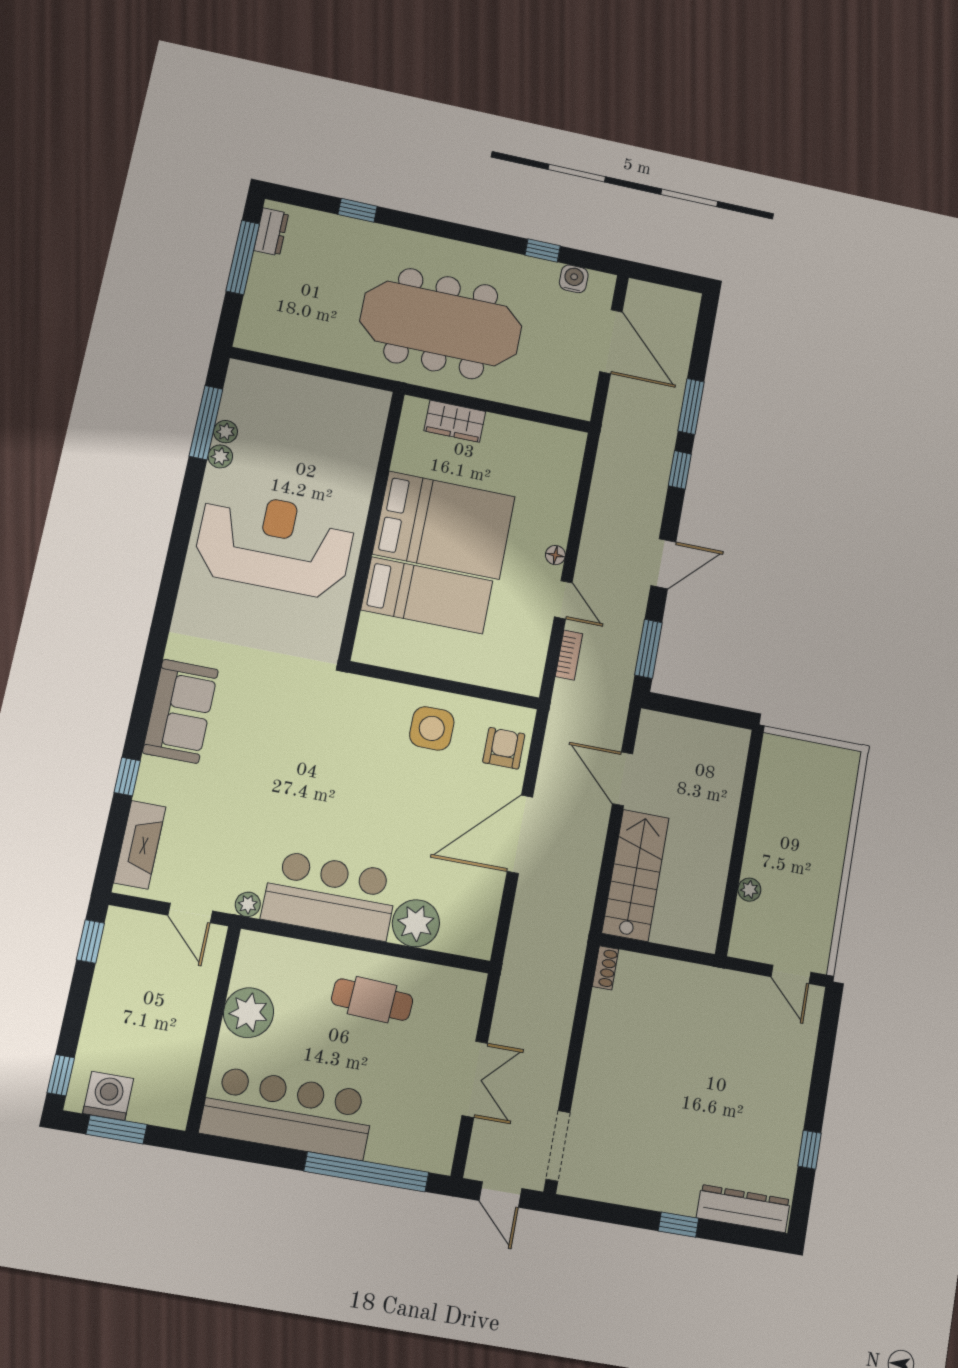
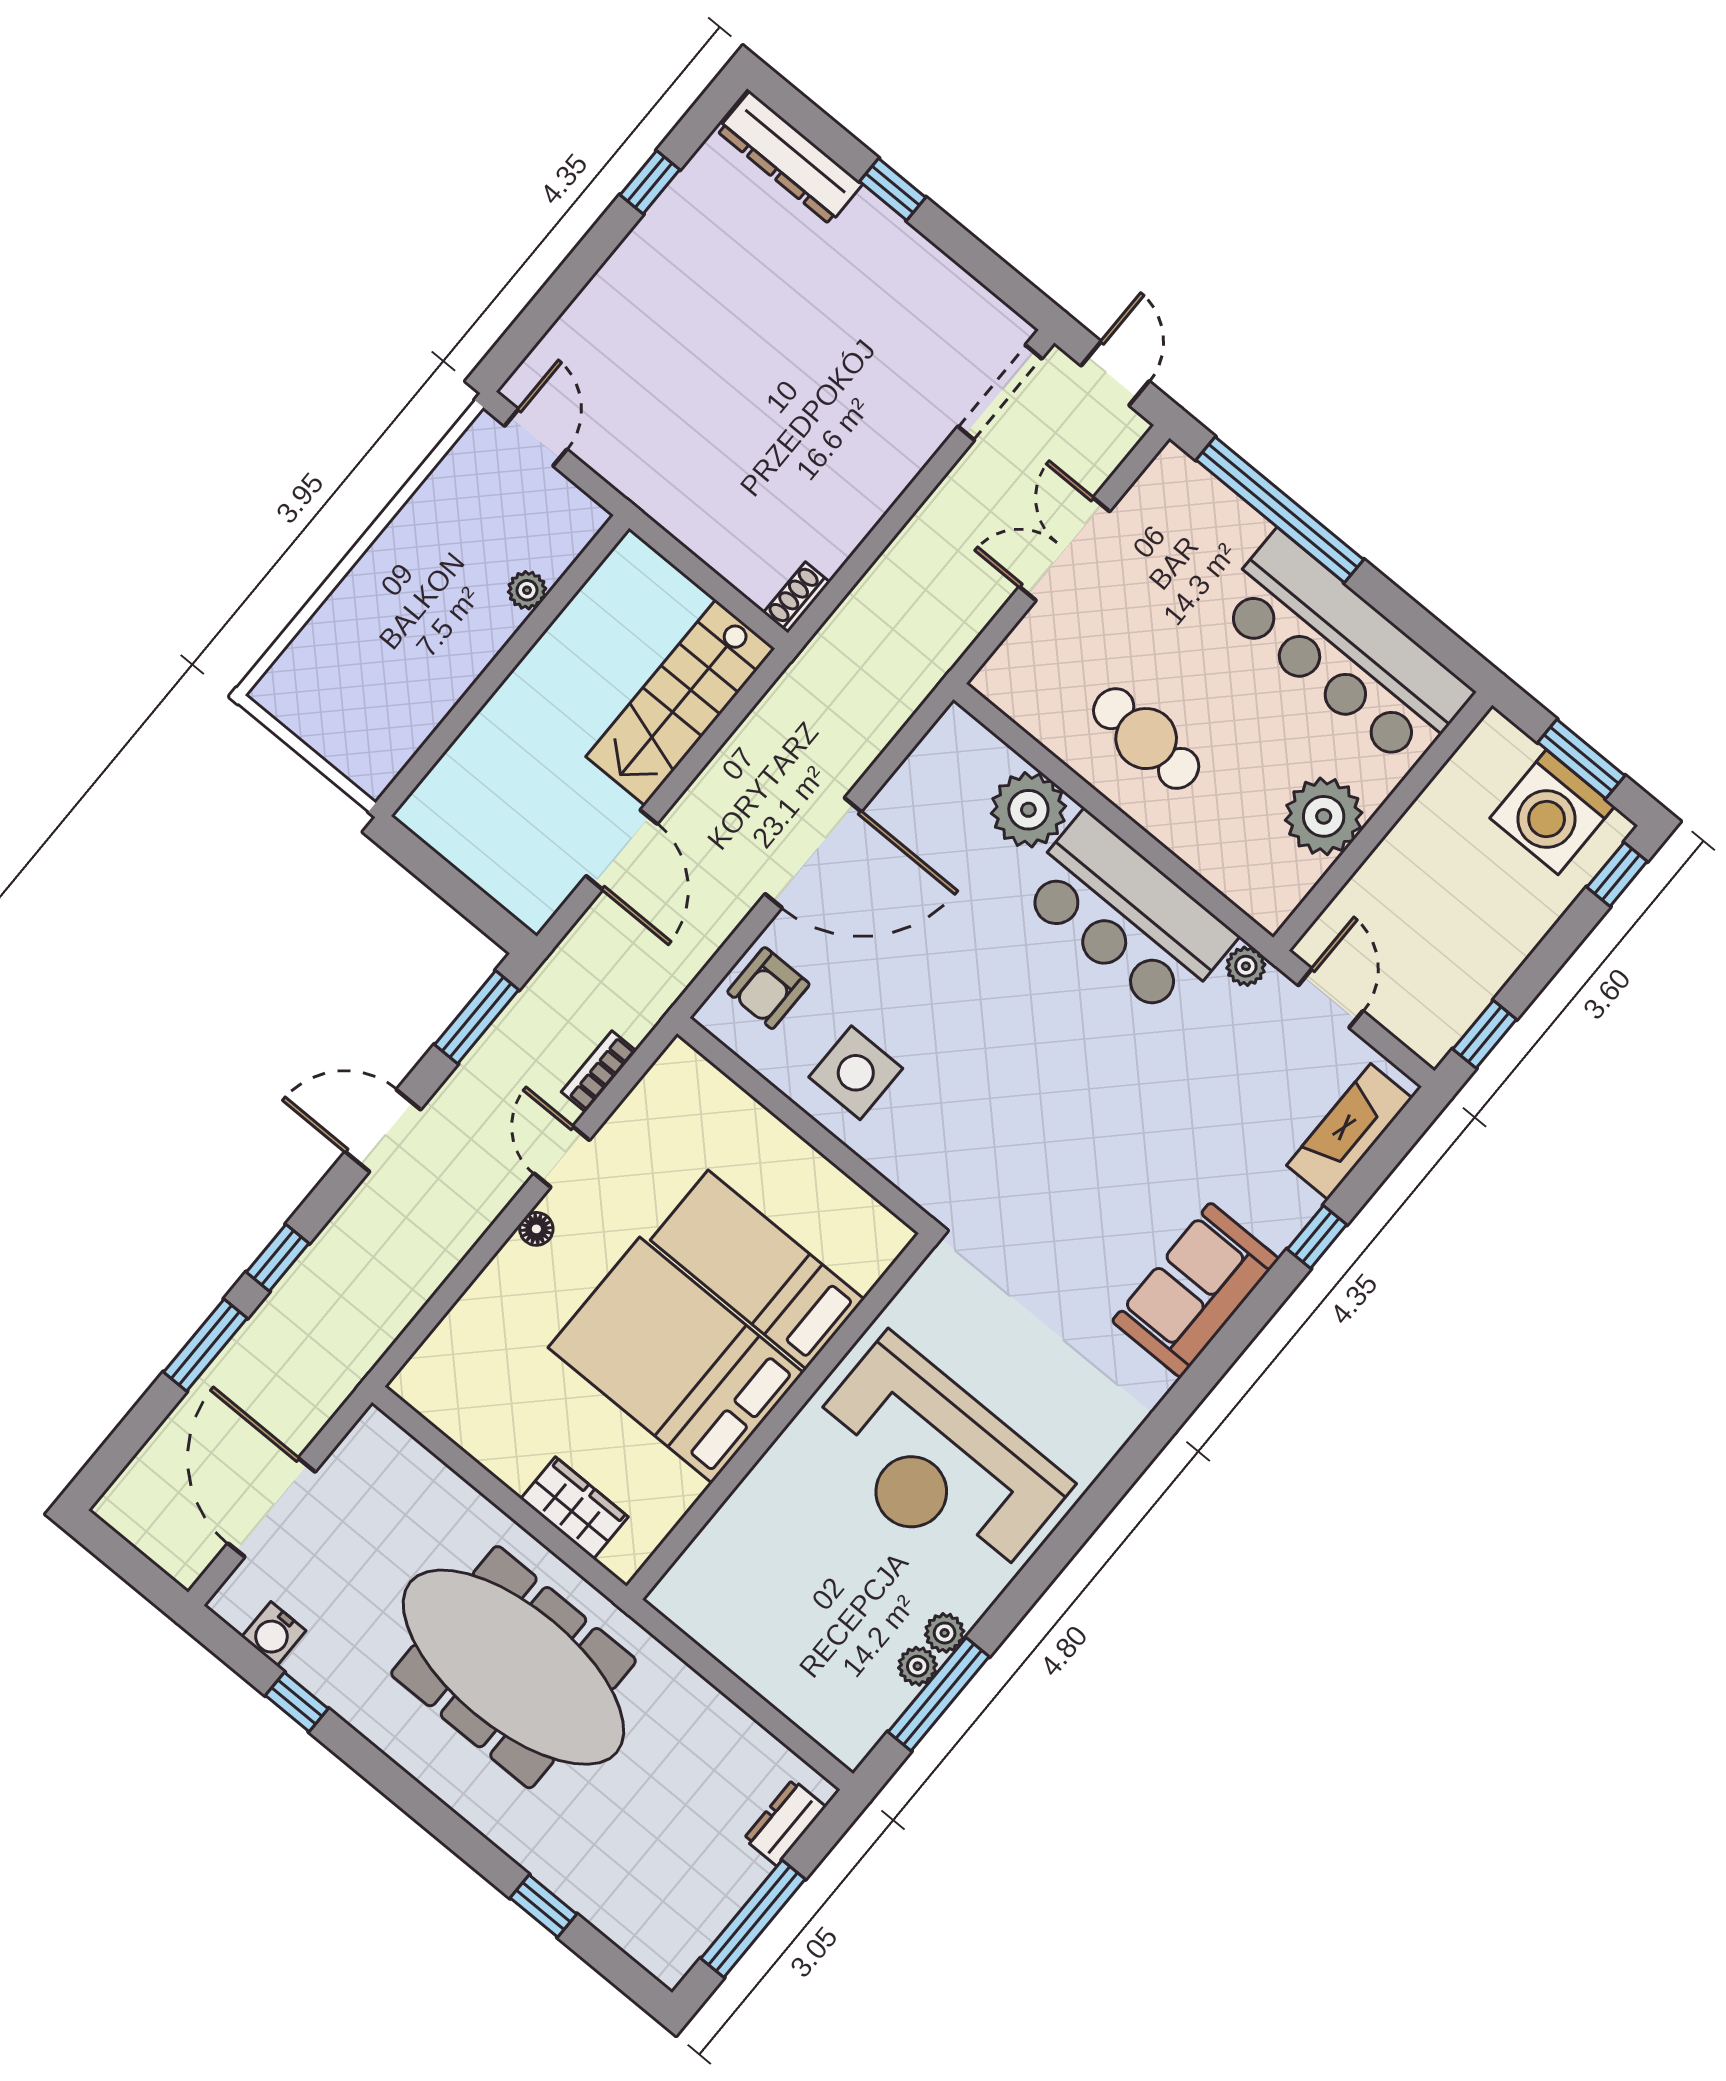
dresser: (271, 232) -> (785, 1823), moved
washing machine: (108, 1096) -> (1552, 812), width x1.37, depth x1.37

